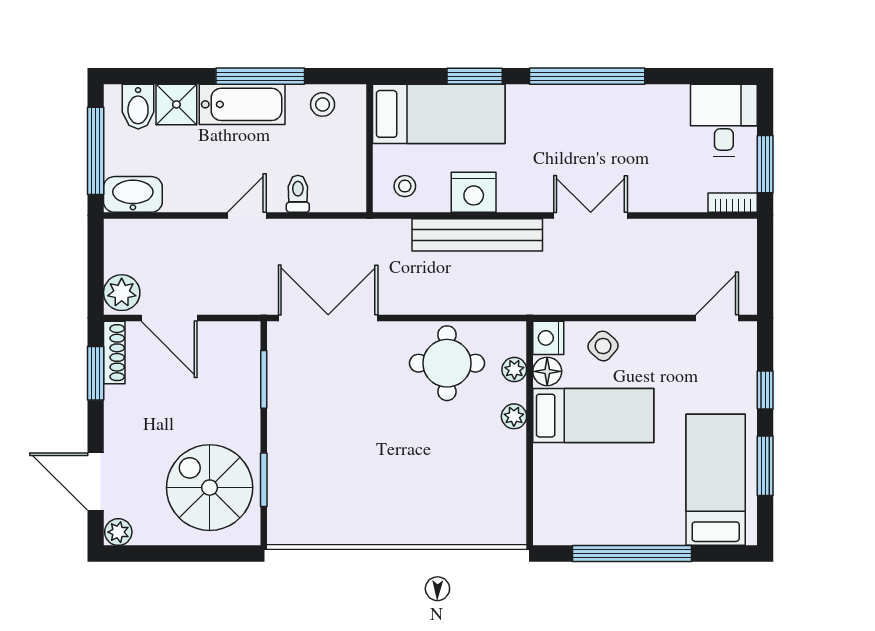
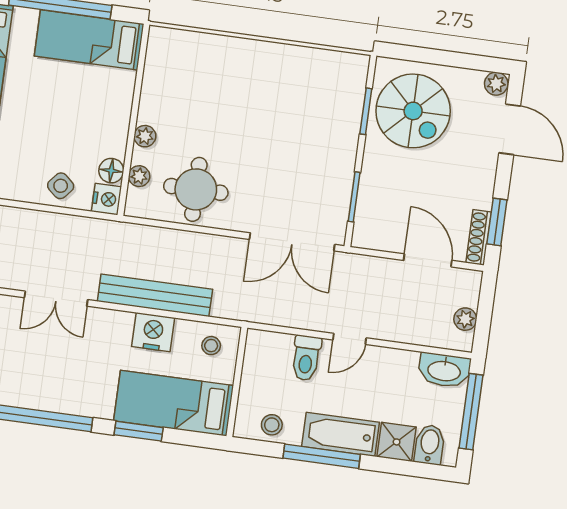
toilet: (298, 194) -> (306, 358), width x1.37, depth x1.39
plant: (122, 293) -> (465, 319), moved, width x0.73, depth x0.73
bed: (593, 416) -> (89, 40), moved

